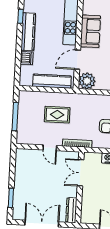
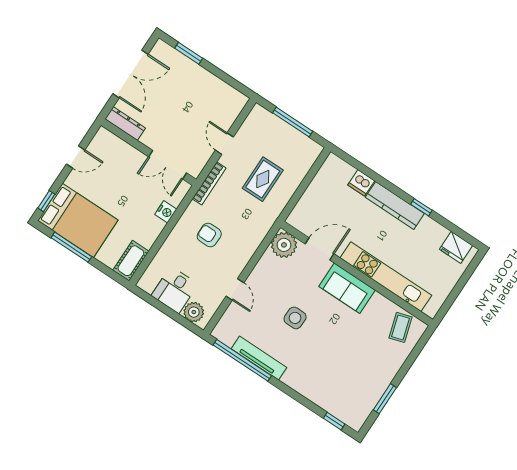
door: (77, 60) -> (319, 249), hinge flipped
kitchen counter: (52, 81) -> (311, 198), removed
door: (50, 148) -> (224, 144), hinge flipped
double door: (80, 173) -> (168, 165), swing flipped

